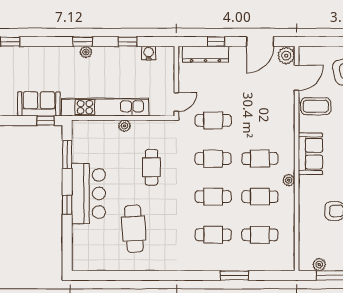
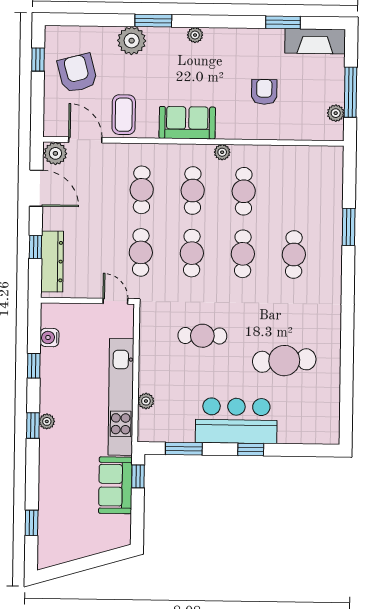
plant: (124, 126) -> (146, 401), moved
cafe table: (260, 235) -> (142, 190), moved

